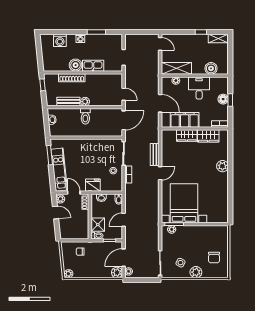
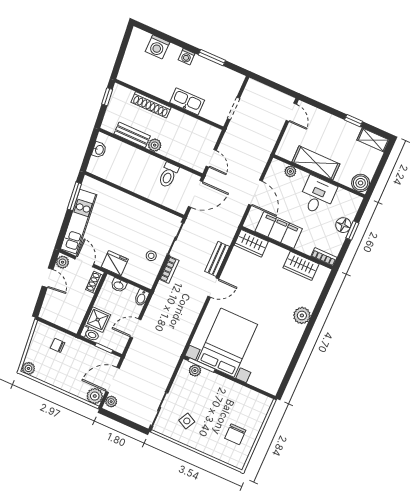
boiler: (76, 65) -> (164, 90), removed
shelving: (176, 68) -> (316, 163), moved
boiler: (211, 68) -> (361, 183), moved
toilet: (85, 116) -> (168, 175), moved
wardrobe: (187, 136) -> (251, 243), moved
plant: (196, 272) -> (202, 443), removed

